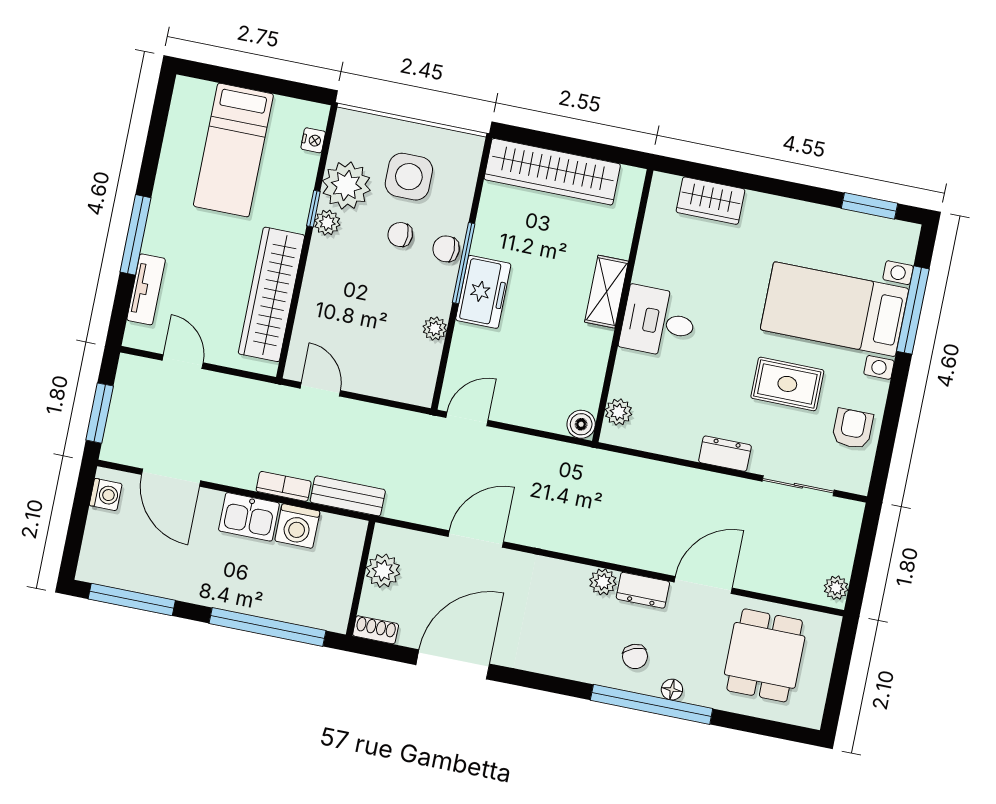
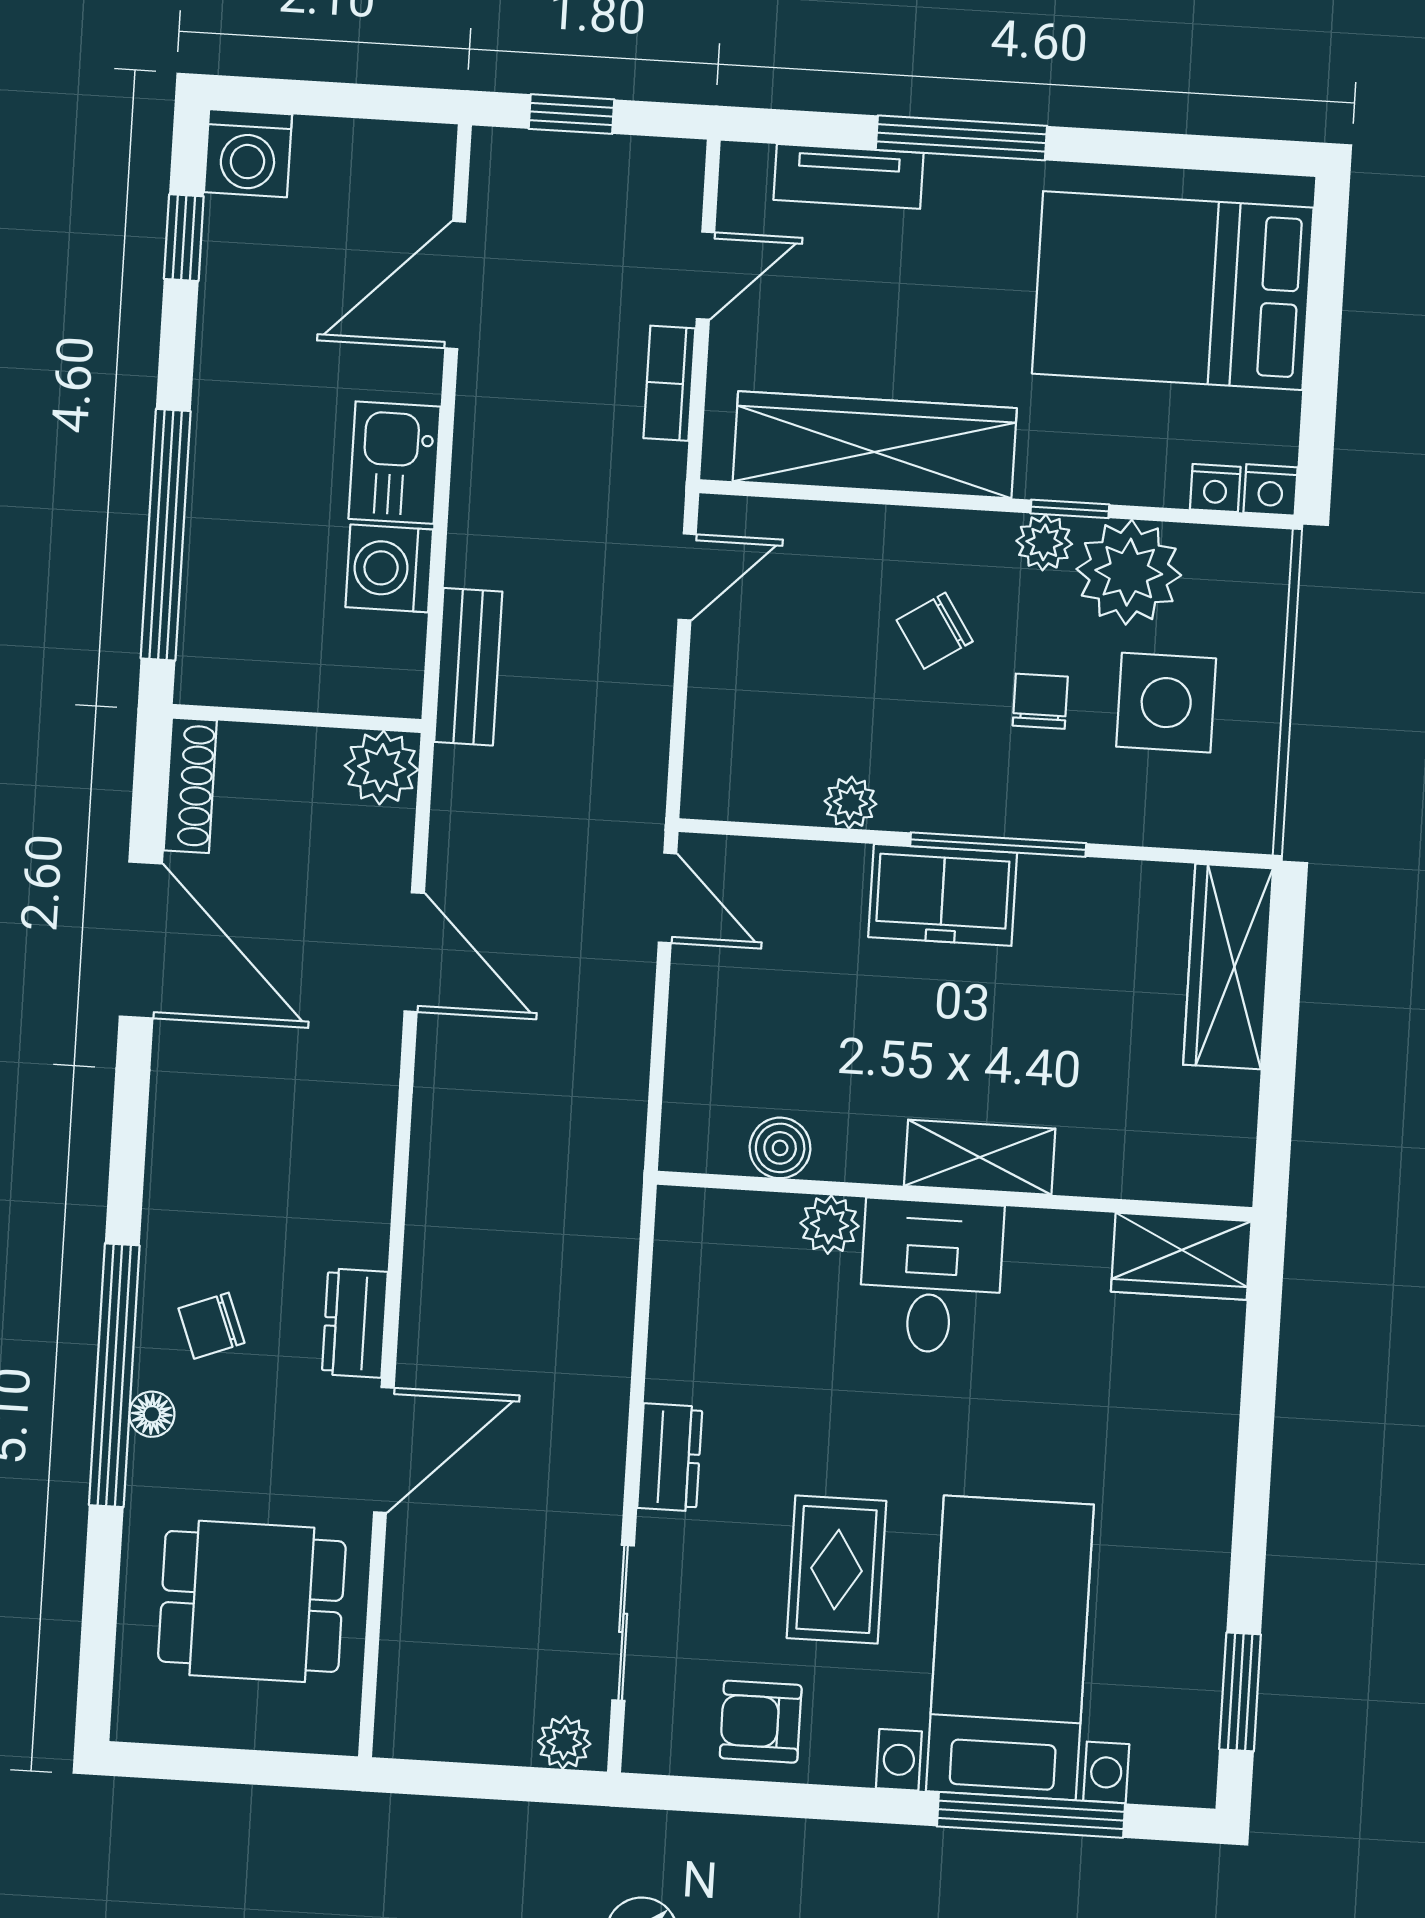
nightstand: (318, 115) -> (1271, 490), added
bed: (233, 150) -> (1173, 291), width x1.50
wardrobe: (552, 172) -> (1228, 967), width x0.71, depth x0.85
wardrobe: (710, 201) -> (1181, 1256), moved, turned -90
chair: (446, 249) -> (935, 631), moved, turned -123
plant: (618, 412) -> (829, 1225), moved
window: (100, 413) -> (571, 114), width x0.67
boiler: (581, 424) -> (780, 1148), moved
armchair: (853, 429) -> (761, 1722), turned 180
bookcase: (284, 486) -> (669, 383), moved, turned 180
washing machine: (106, 495) -> (248, 153), moved, width x1.38, depth x1.38
plant: (383, 571) -> (382, 768), moved
plant: (603, 582) -> (361, 1235), removed
door: (703, 585) -> (384, 1450), hinge flipped
plant: (836, 588) -> (564, 1743), moved
window: (132, 600) -> (184, 238), width x0.46
shoe rack: (376, 630) -> (190, 785), width x1.43

